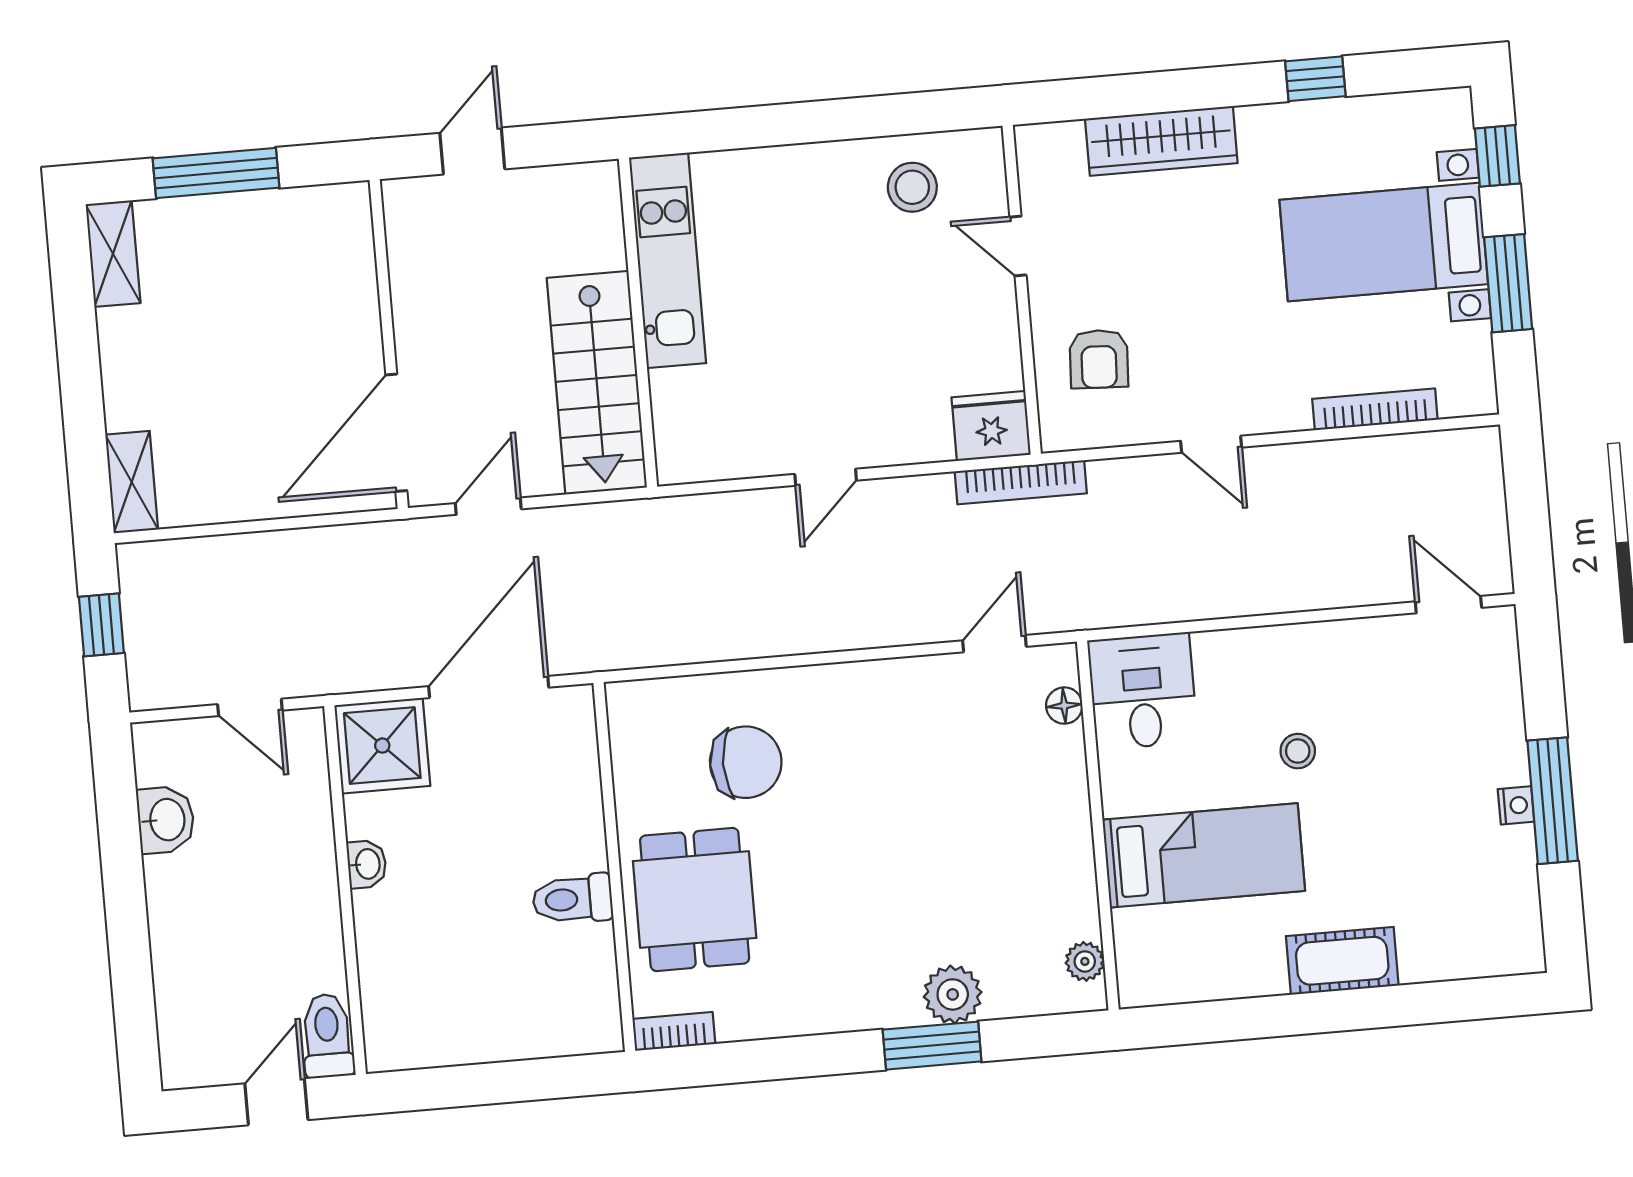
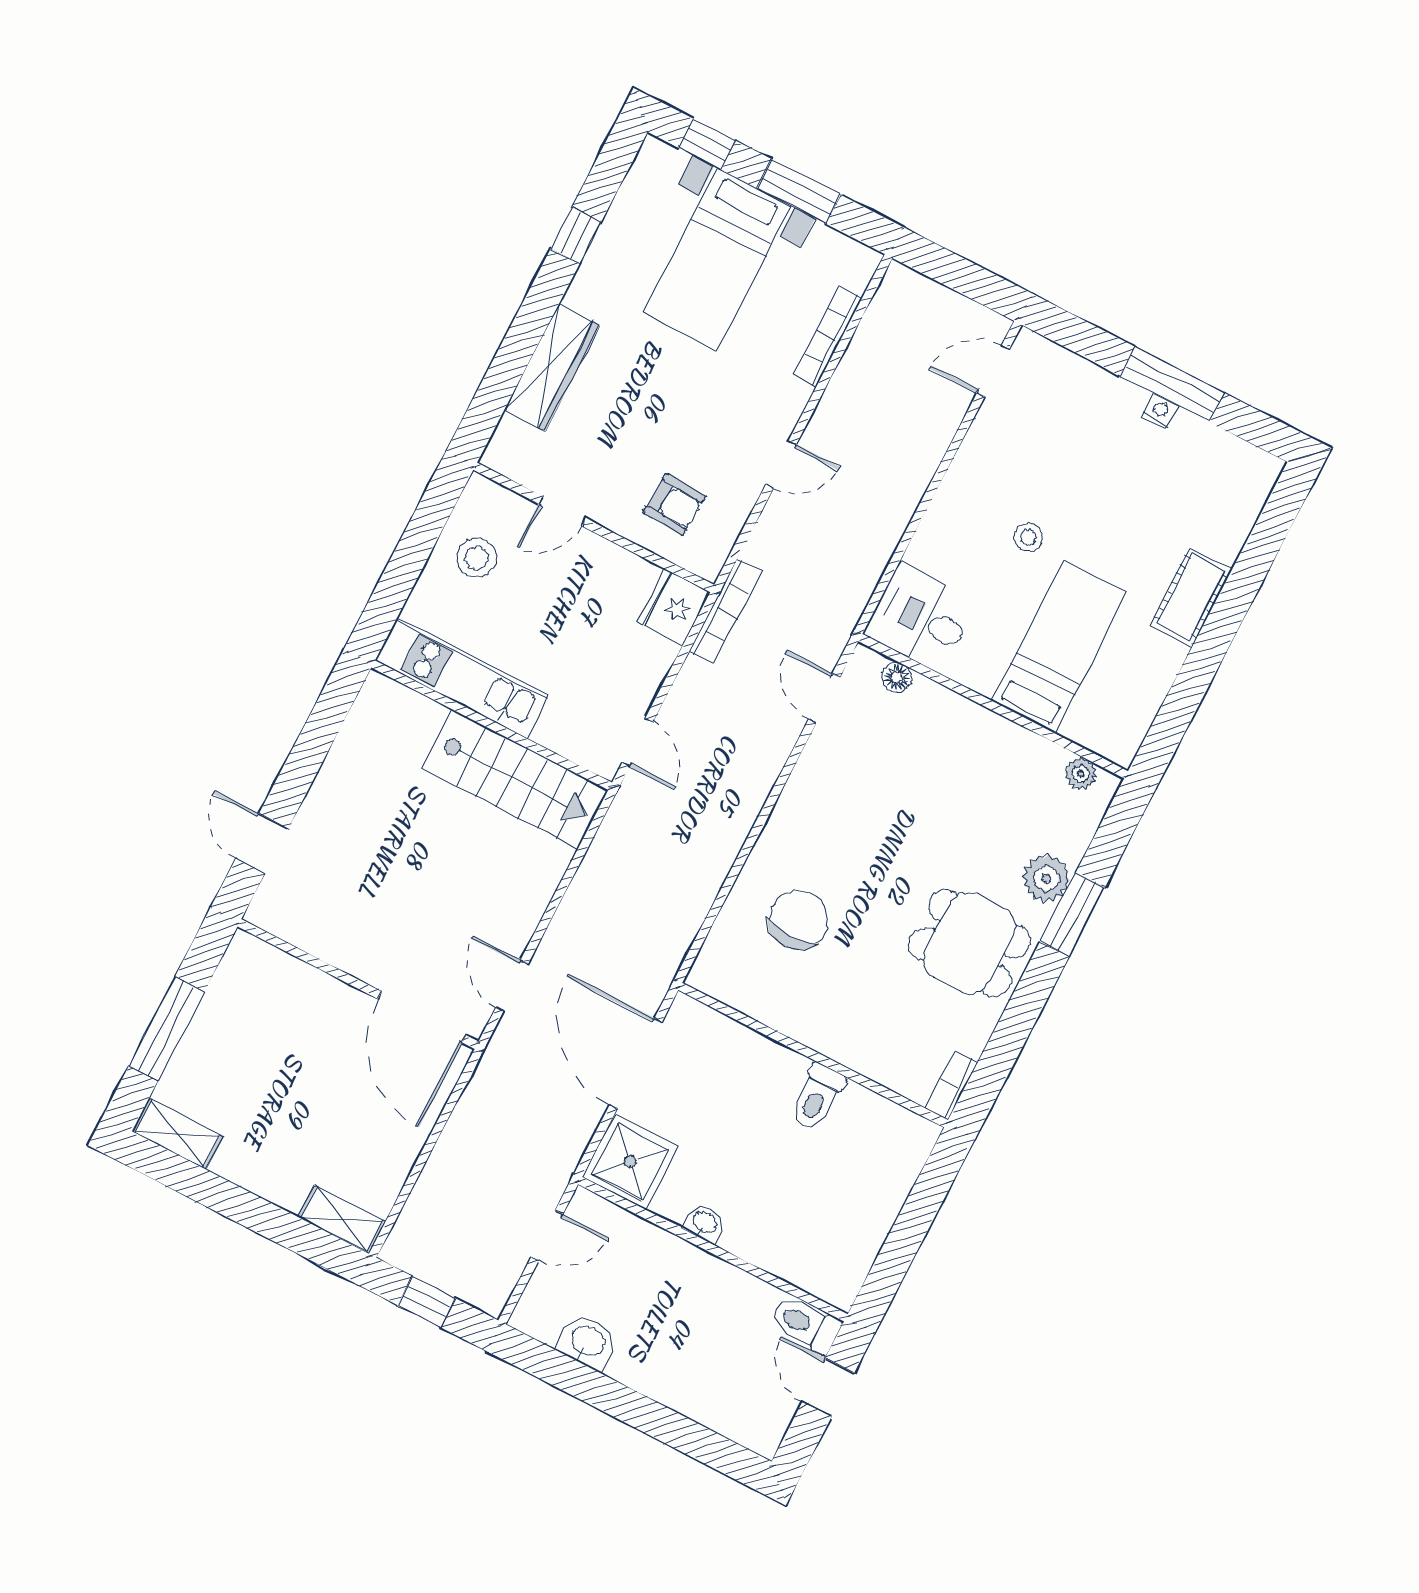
kitchen unit: (667, 260) -> (462, 678), moved
wall: (638, 323) -> (492, 725), moved
stairs: (597, 383) -> (515, 779), moved
dining table: (695, 900) -> (970, 943), moved

